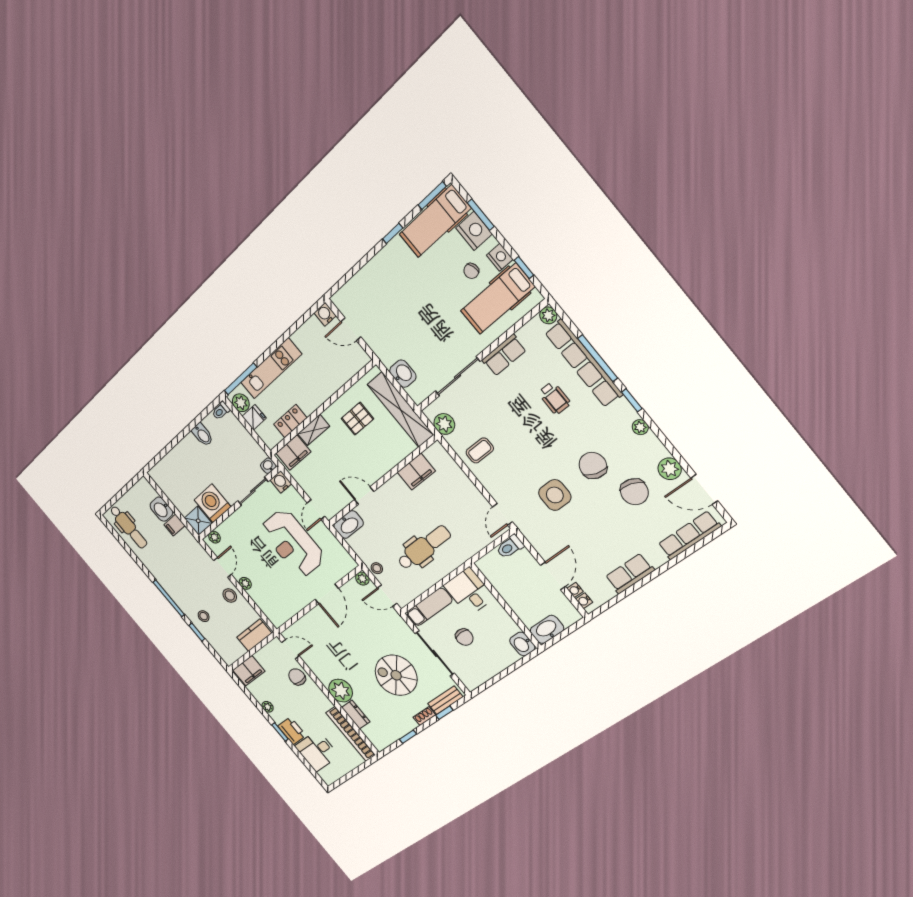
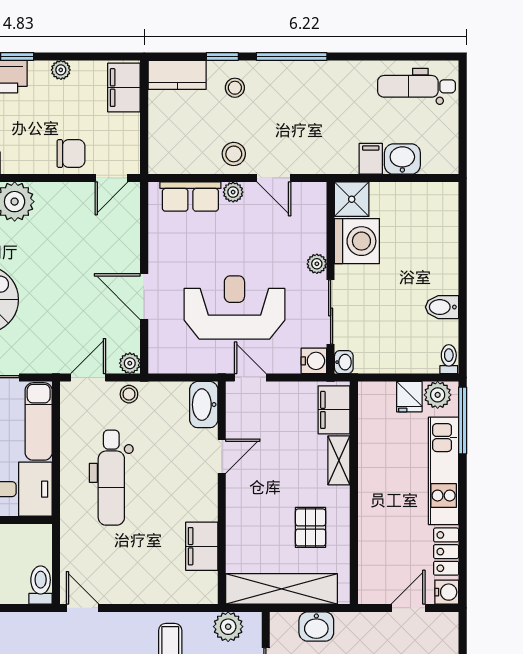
locker: (290, 421) -> (446, 552), moved, turned 180
plant: (214, 537) -> (317, 264), moved
row of seats: (265, 603) -> (190, 197), added
kitchen counter: (254, 635) -> (177, 75), moved, turned 90

